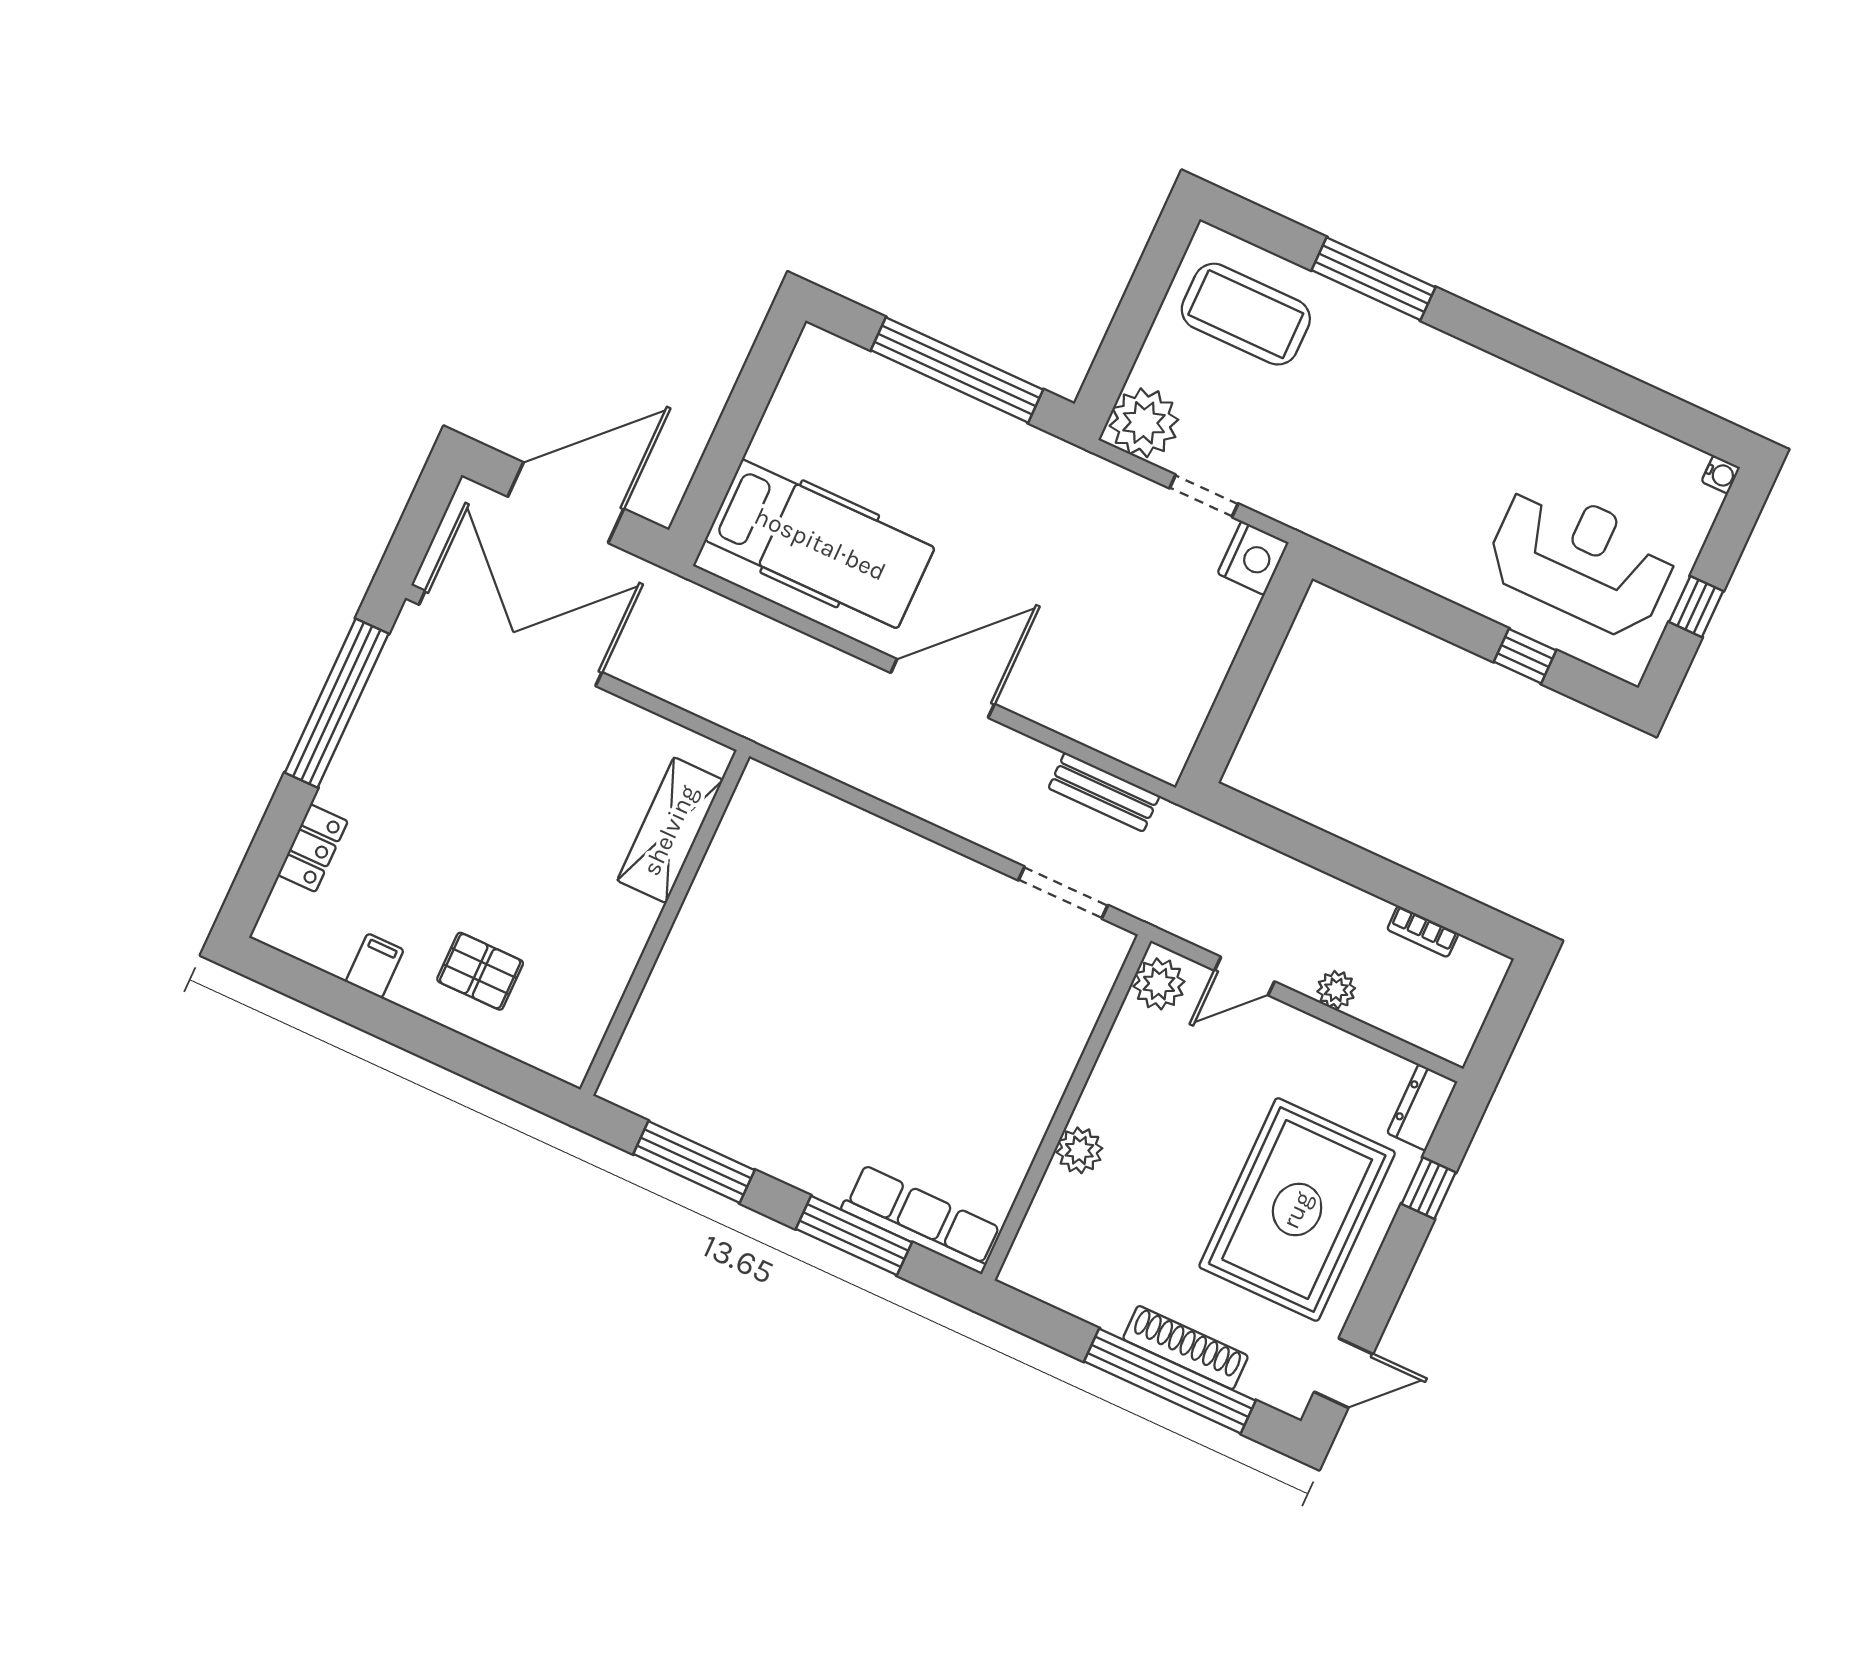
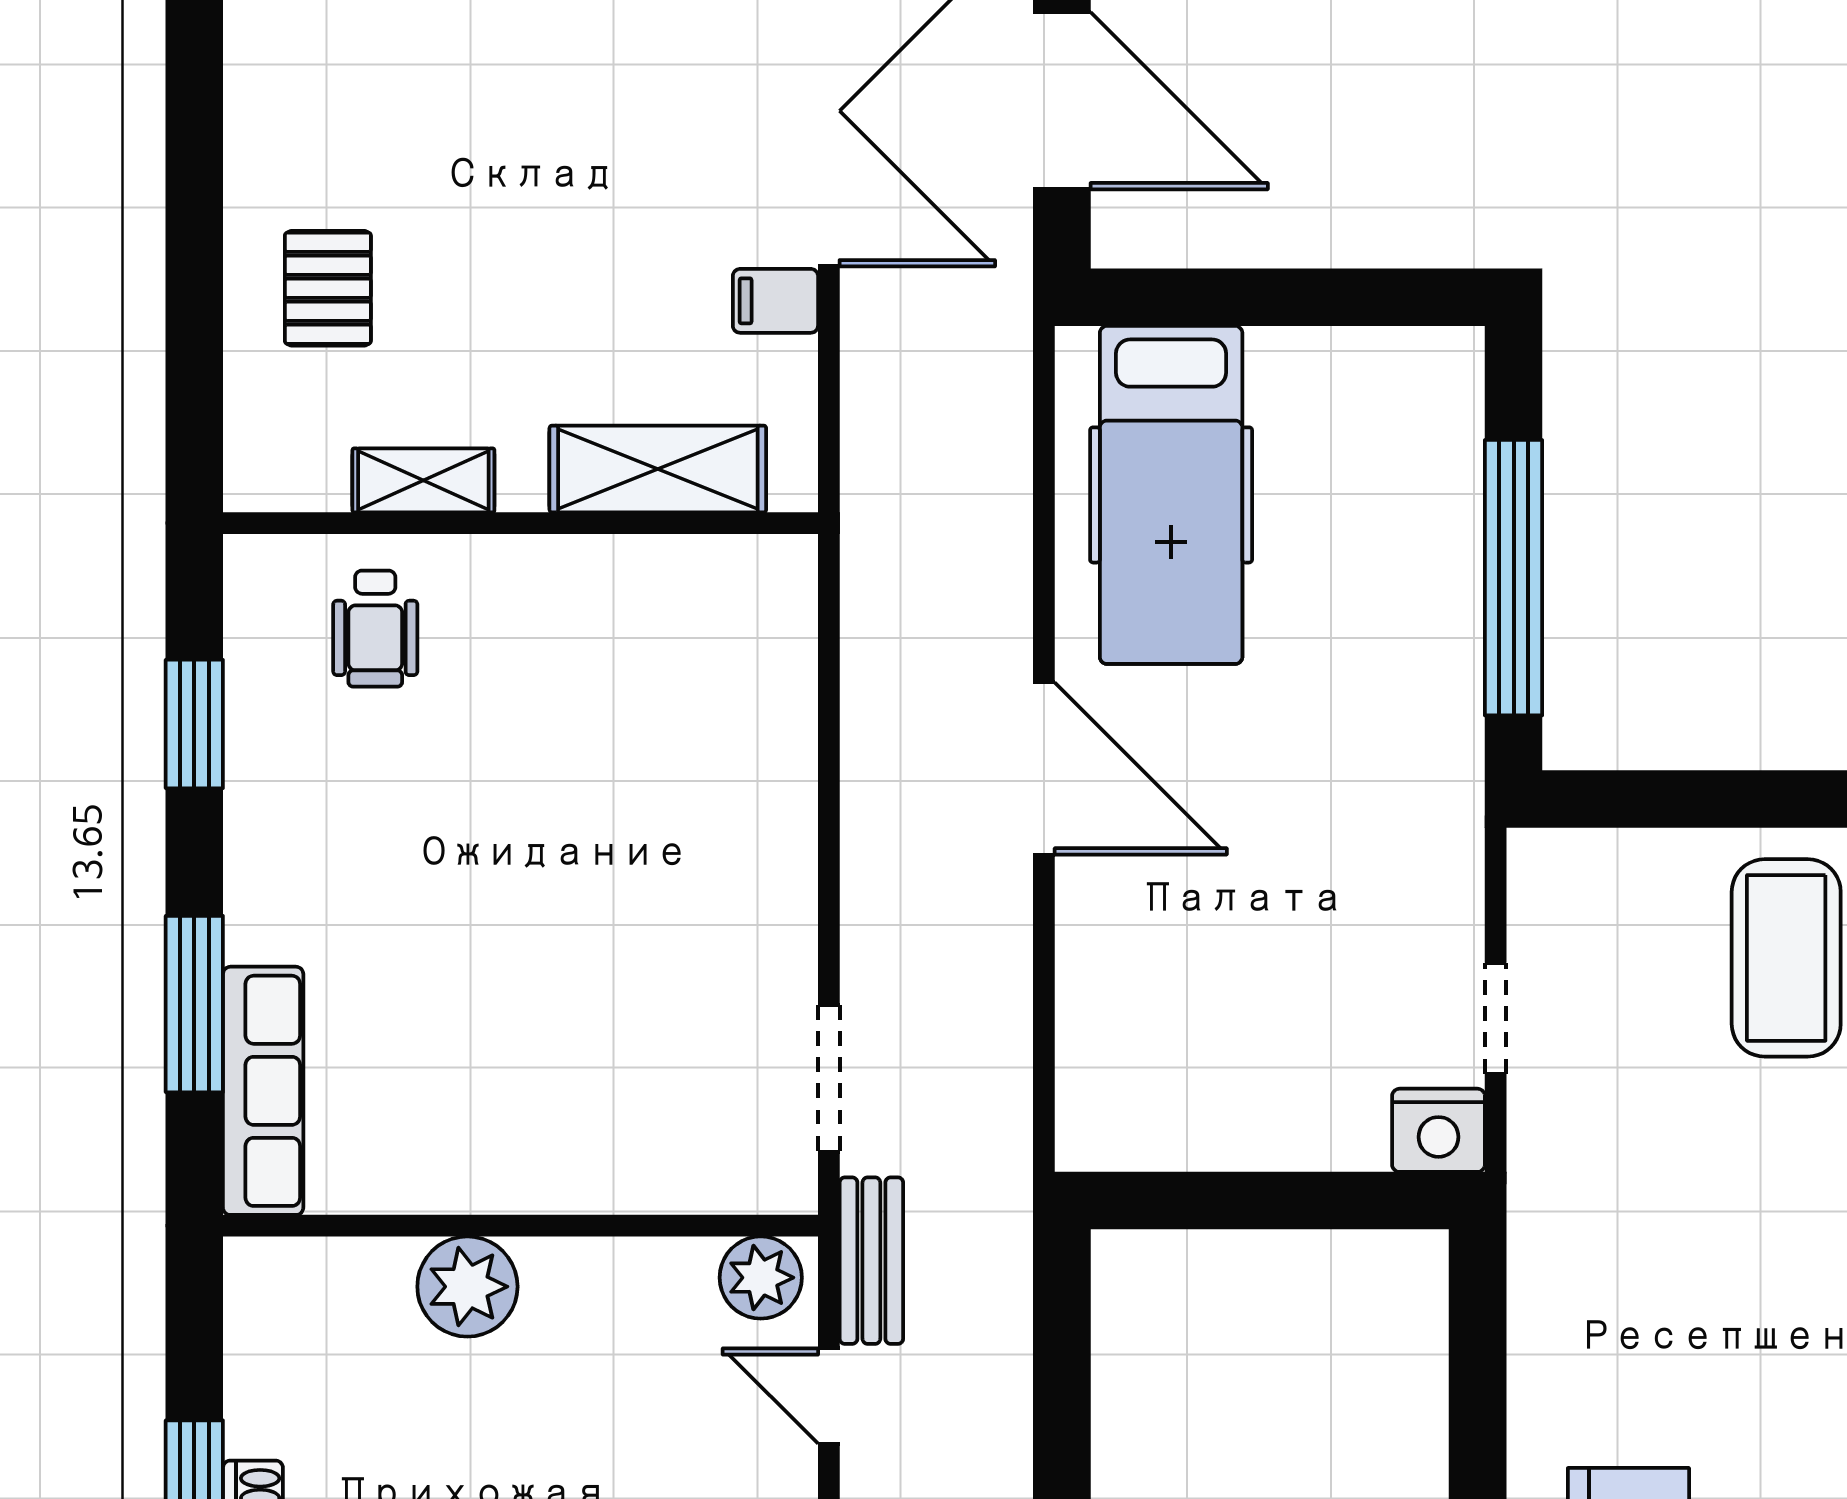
plant: (1144, 423) -> (1562, 883), removed
bench: (1104, 792) -> (871, 1261), moved
filing cabinet: (375, 966) -> (775, 301), moved, turned 180
shelving: (615, 967) -> (423, 480), added
wheelchair: (687, 1034) -> (375, 629), added
plant: (1079, 1150) -> (467, 1287), width x1.36, depth x1.36
window: (694, 1162) -> (194, 724), width x0.69

